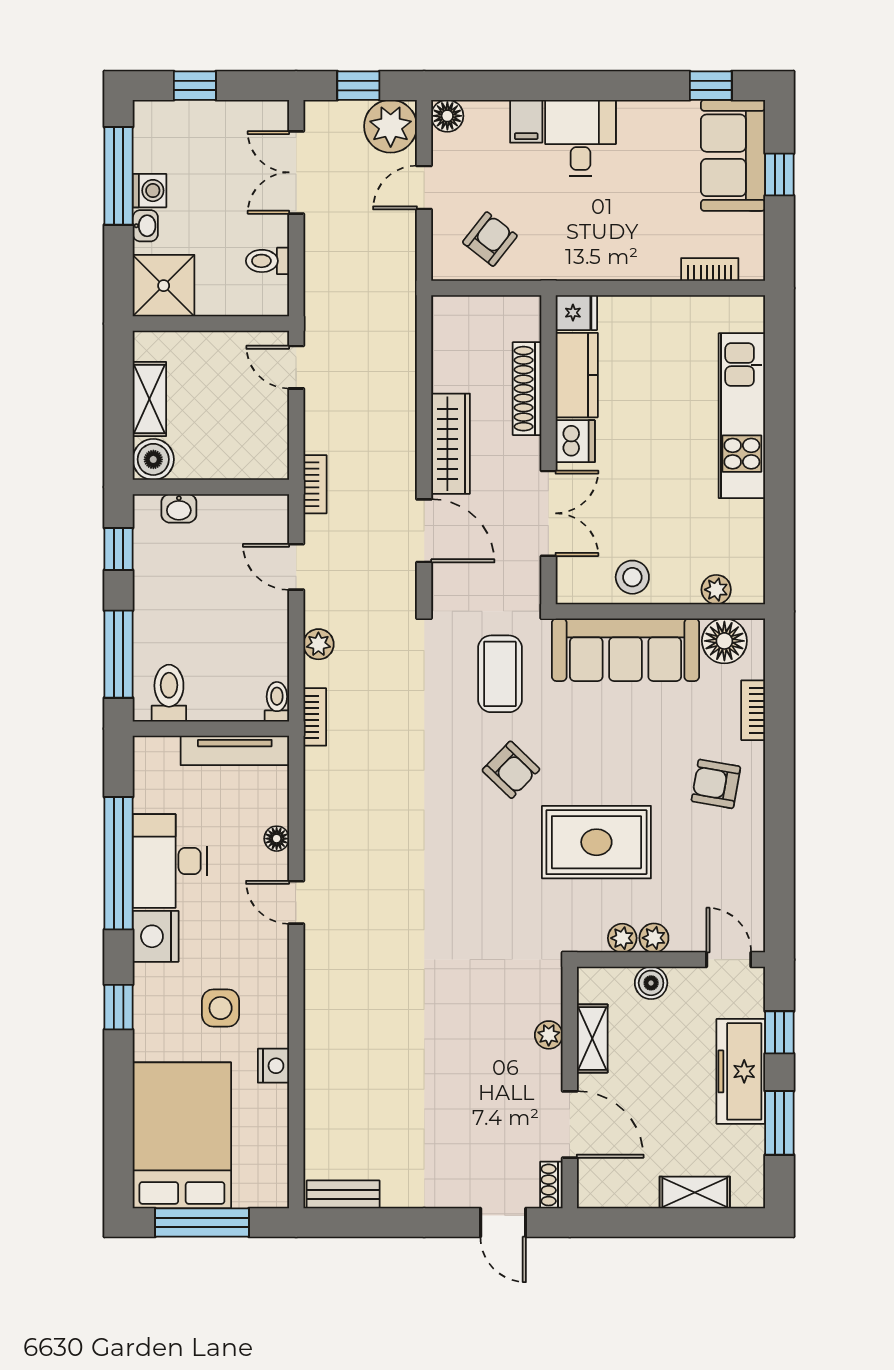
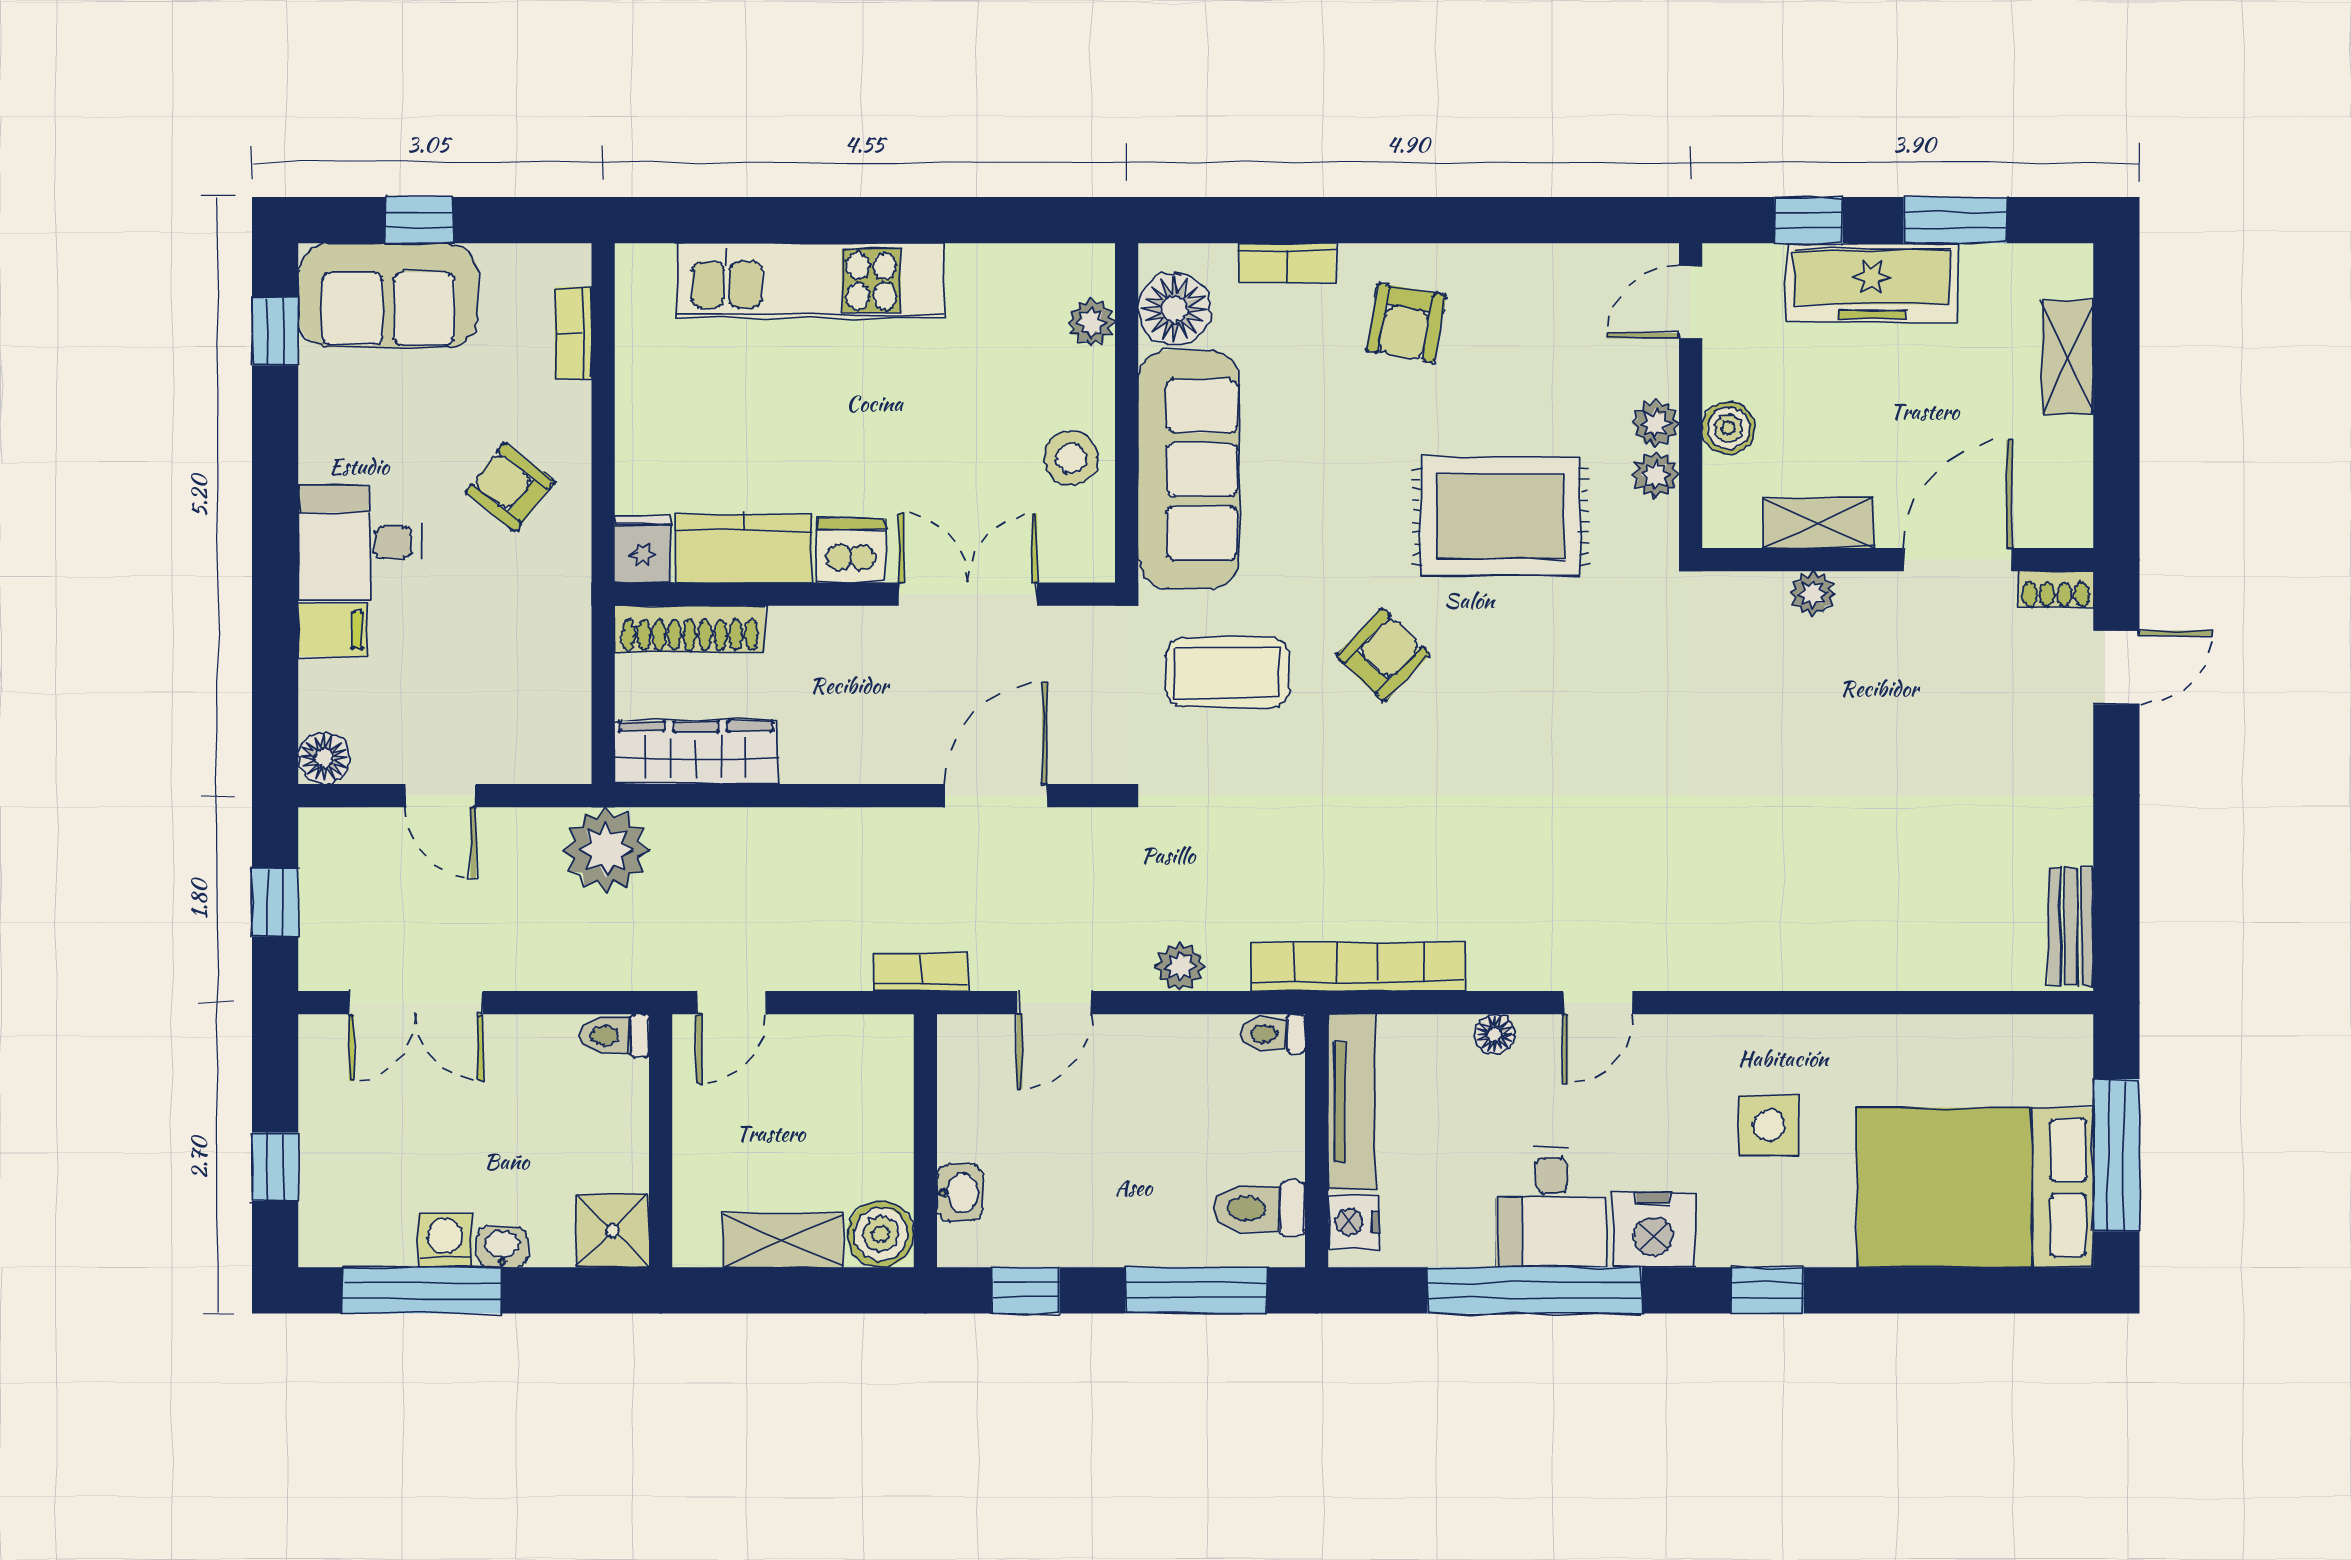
plant: (391, 126) -> (606, 850), moved
armchair: (490, 239) -> (510, 487), moved
toilet: (267, 261) -> (614, 1036), moved, turned 90
shower: (164, 286) -> (612, 1231), width x0.73, depth x0.73
shoe rack: (527, 389) -> (690, 629), moved
wardrobe: (451, 444) -> (696, 753), moved
bookcase: (315, 717) -> (1359, 967), width x2.31, depth x1.31
rug: (596, 842) -> (1500, 516), turned 90
desk: (170, 861) -> (1551, 1208), width x0.73
nightstand: (273, 1066) -> (1353, 1222), moved, turned -90

